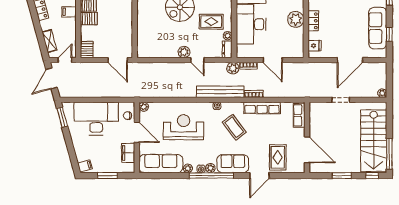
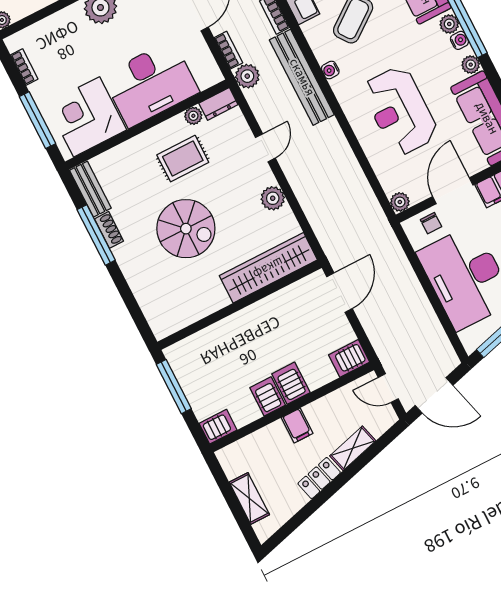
rug: (211, 22) -> (183, 159), turned 90
wardrobe: (144, 35) -> (268, 268), added
shelving: (49, 41) -> (353, 448), moved
plant: (184, 52) -> (273, 198), moved

